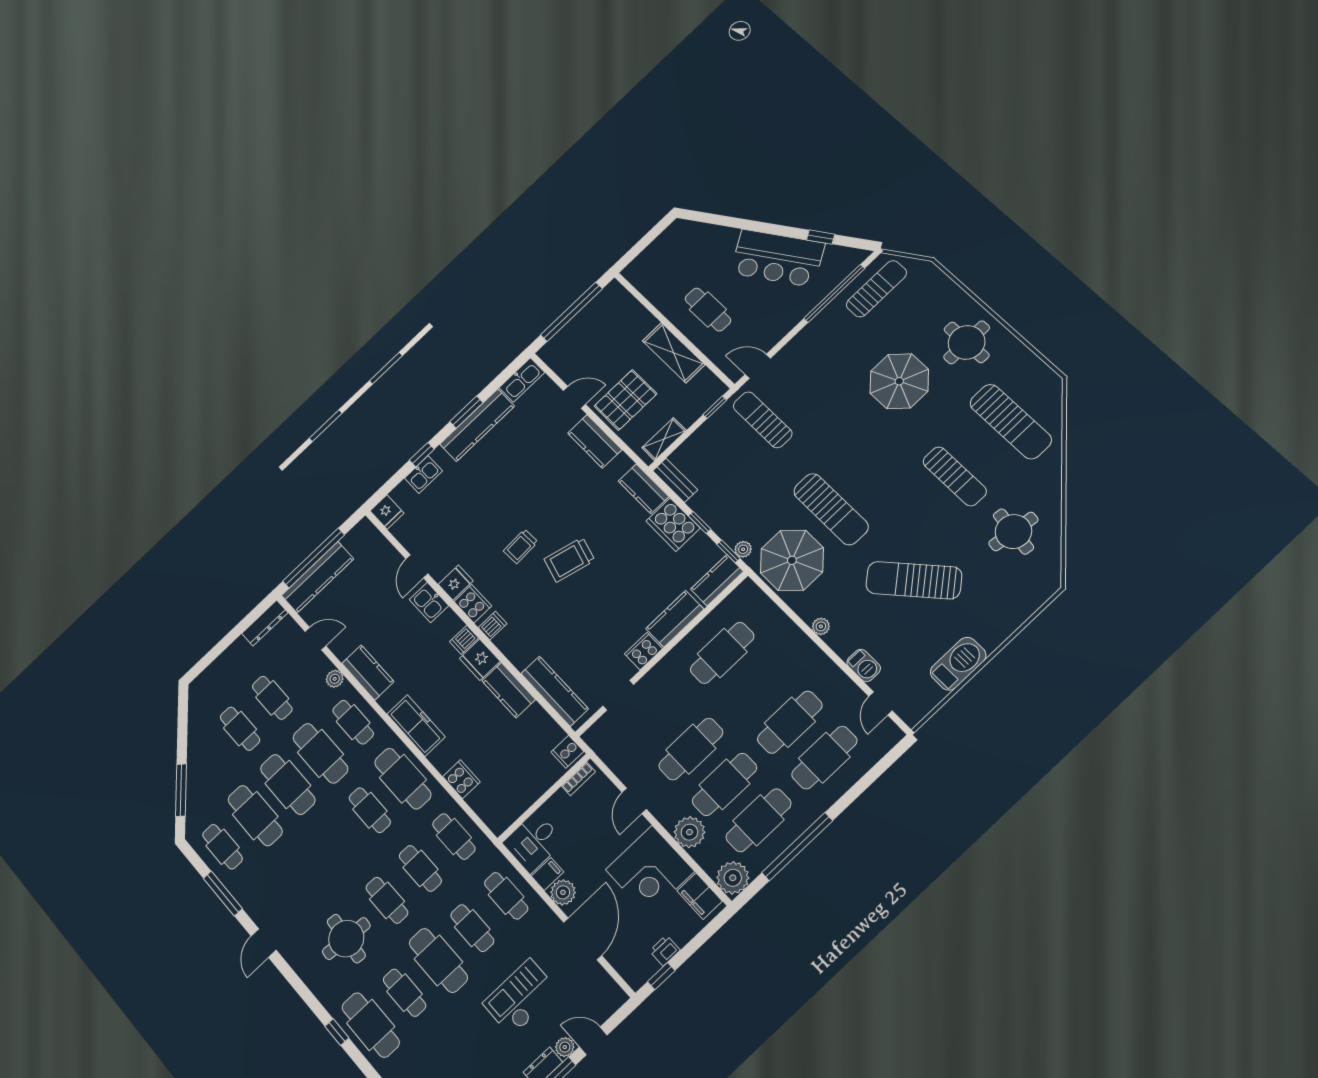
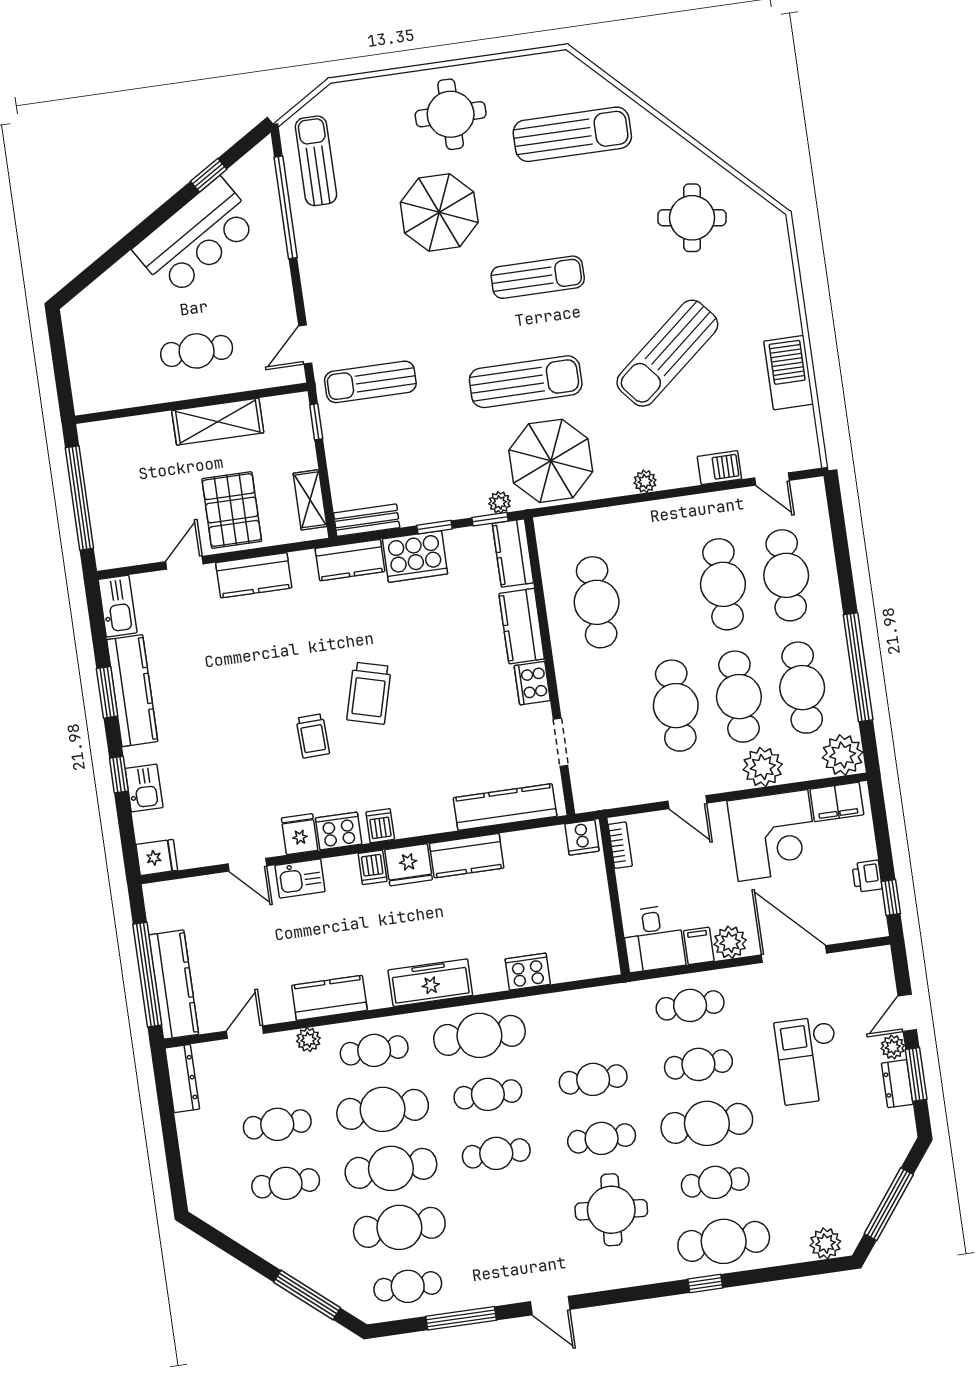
sun lounger: (955, 476) -> (538, 277), moved
cafe table: (454, 836) -> (496, 1153), moved

